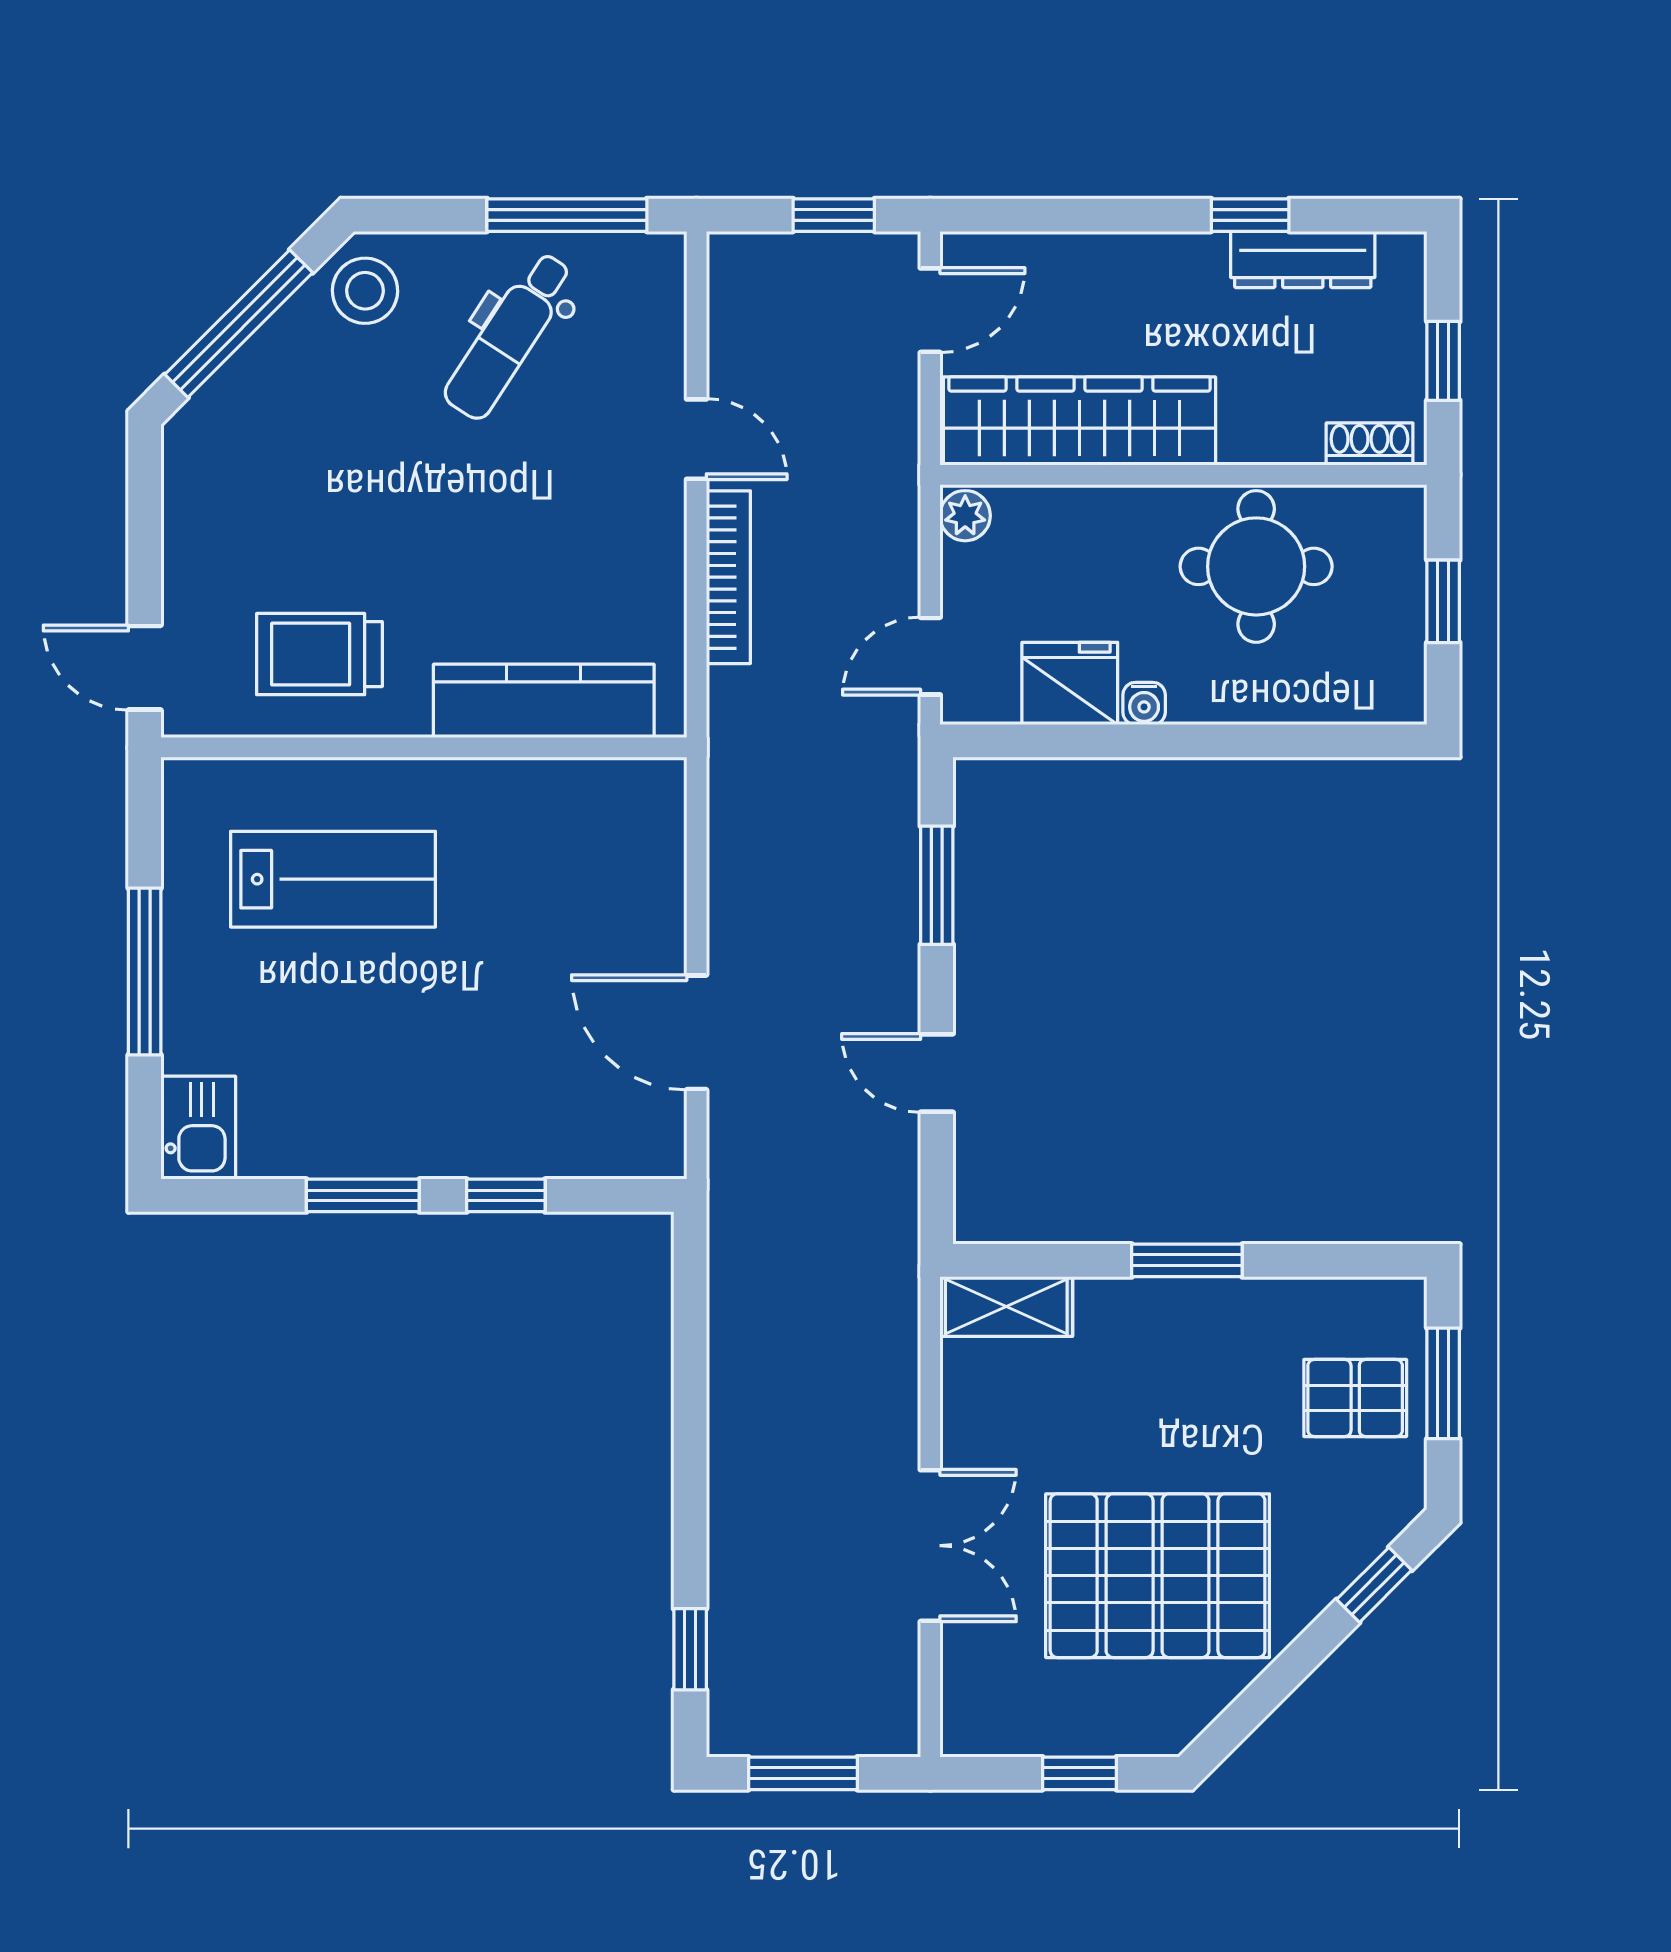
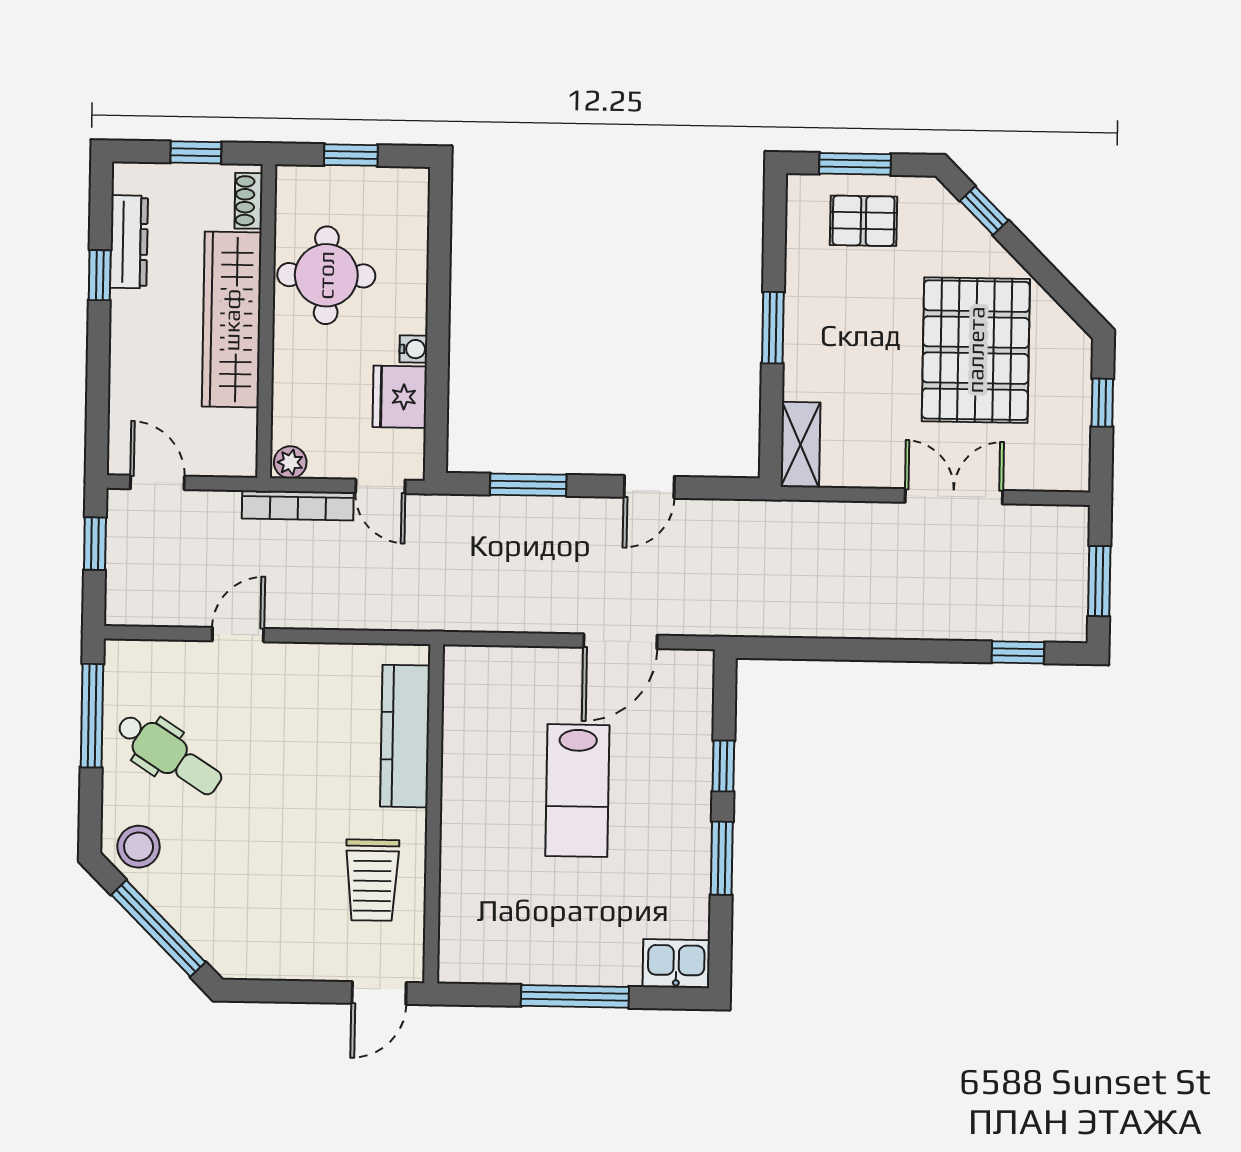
wardrobe: (1080, 421) -> (232, 320), moved
bookcase: (728, 577) -> (298, 505), moved, turned 180
lab bench: (333, 879) -> (577, 791), moved, turned 180
pallet: (1355, 1398) -> (863, 221), turned 90

